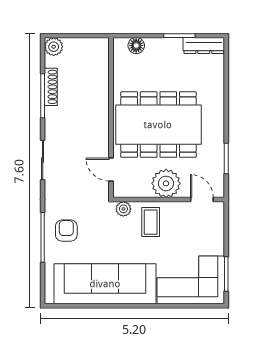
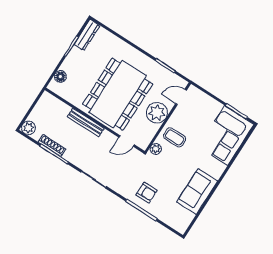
bench: (102, 109) -> (86, 123), added
armchair: (66, 231) -> (147, 193), turned 180
sofa: (105, 284) -> (197, 192), width x0.54, depth x0.79

